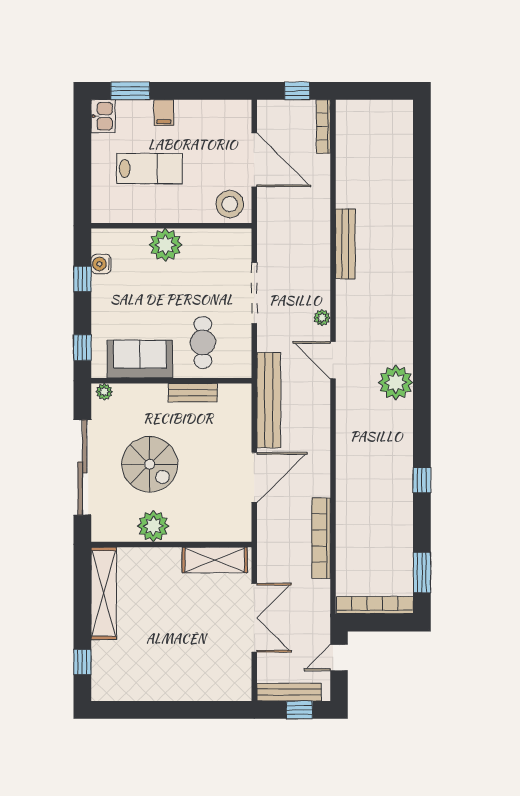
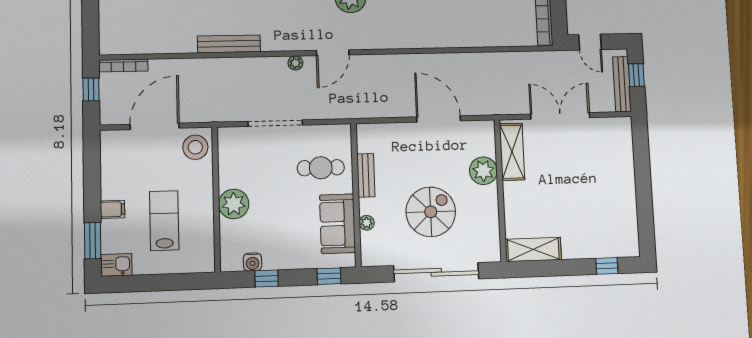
plant: (104, 392) -> (367, 223), moved
bench: (269, 400) -> (370, 108), removed
plant: (153, 526) -> (483, 171), moved
bookcase: (321, 538) -> (488, 60), removed
shelving: (104, 593) -> (533, 249), width x0.68

